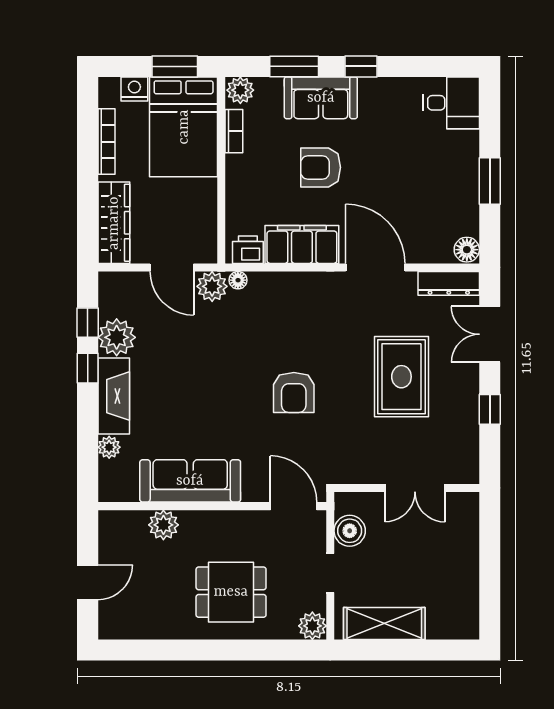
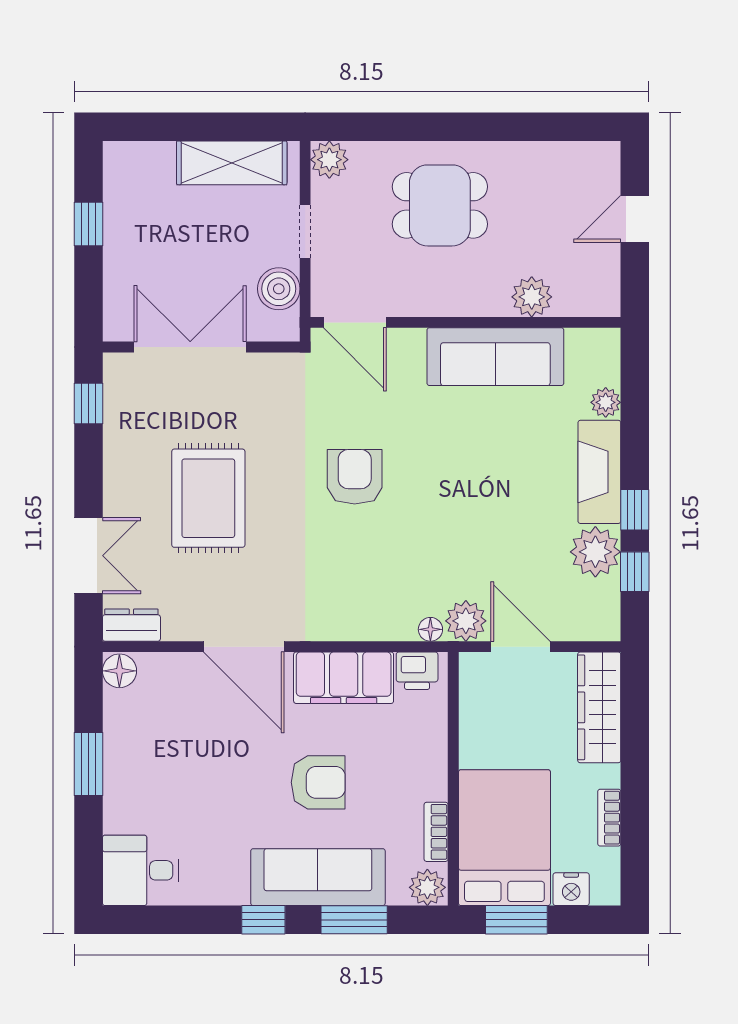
sofa: (321, 98) -> (318, 877), width x1.36
bookcase: (106, 142) -> (609, 818), width x0.64
dresser: (449, 283) -> (131, 625), width x0.70
window: (490, 409) -> (88, 404), moved
double door: (415, 488) -> (190, 347), width x1.37
window: (490, 579) -> (88, 224), added

